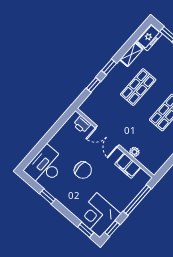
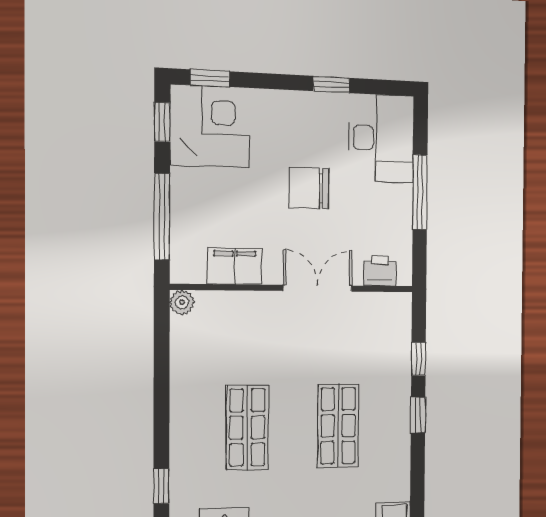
shelving: (131, 54) -> (399, 472), removed
window: (47, 138) -> (420, 192), added
plant: (134, 152) -> (182, 302), moved

